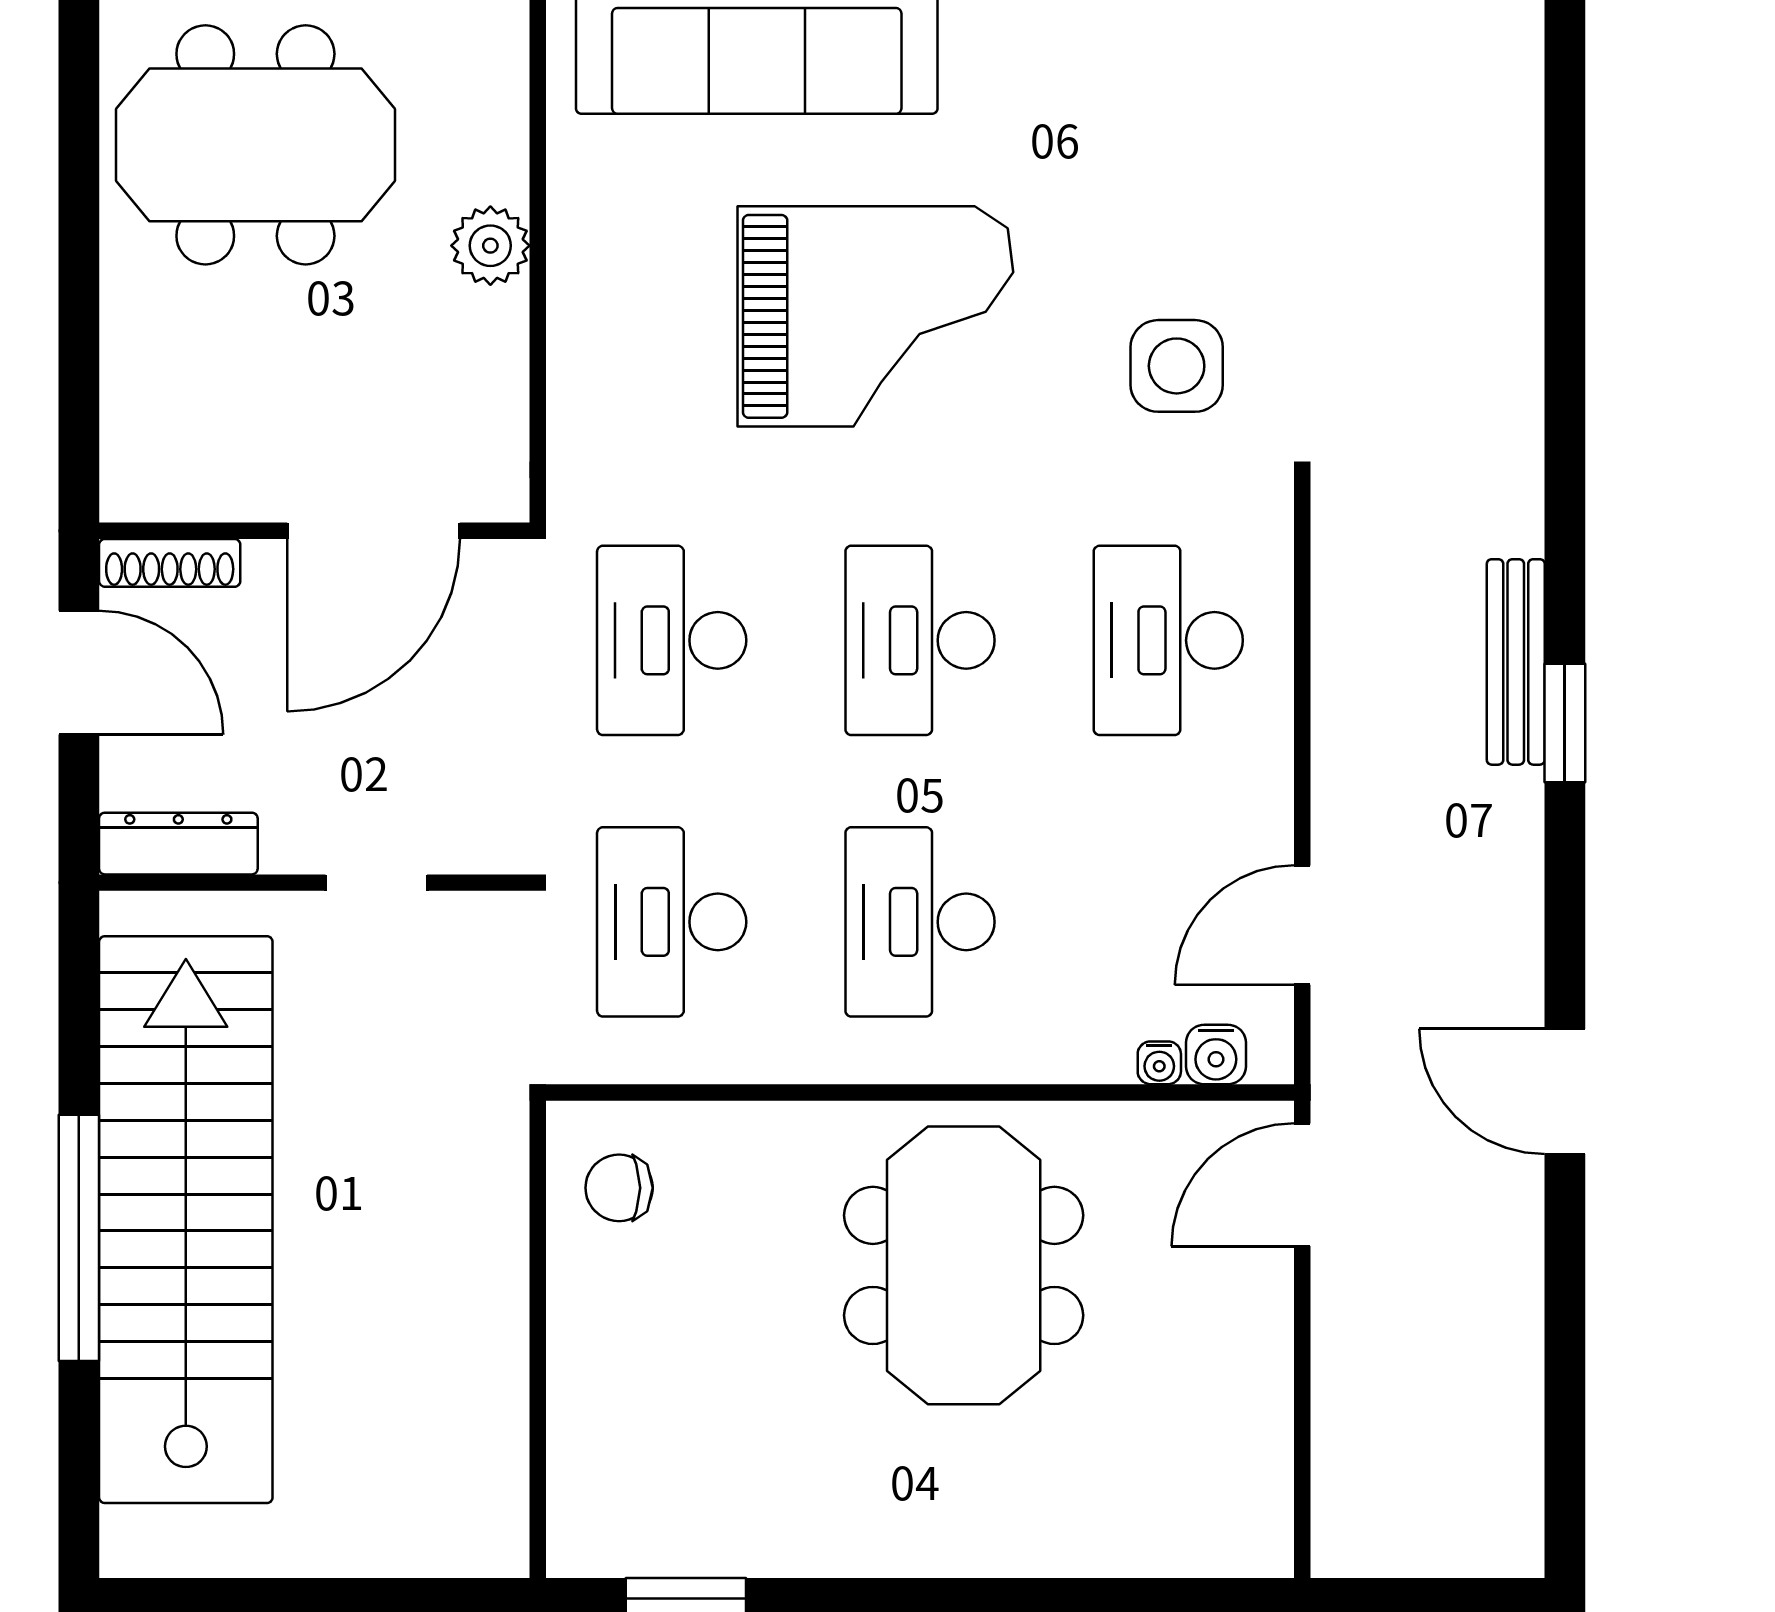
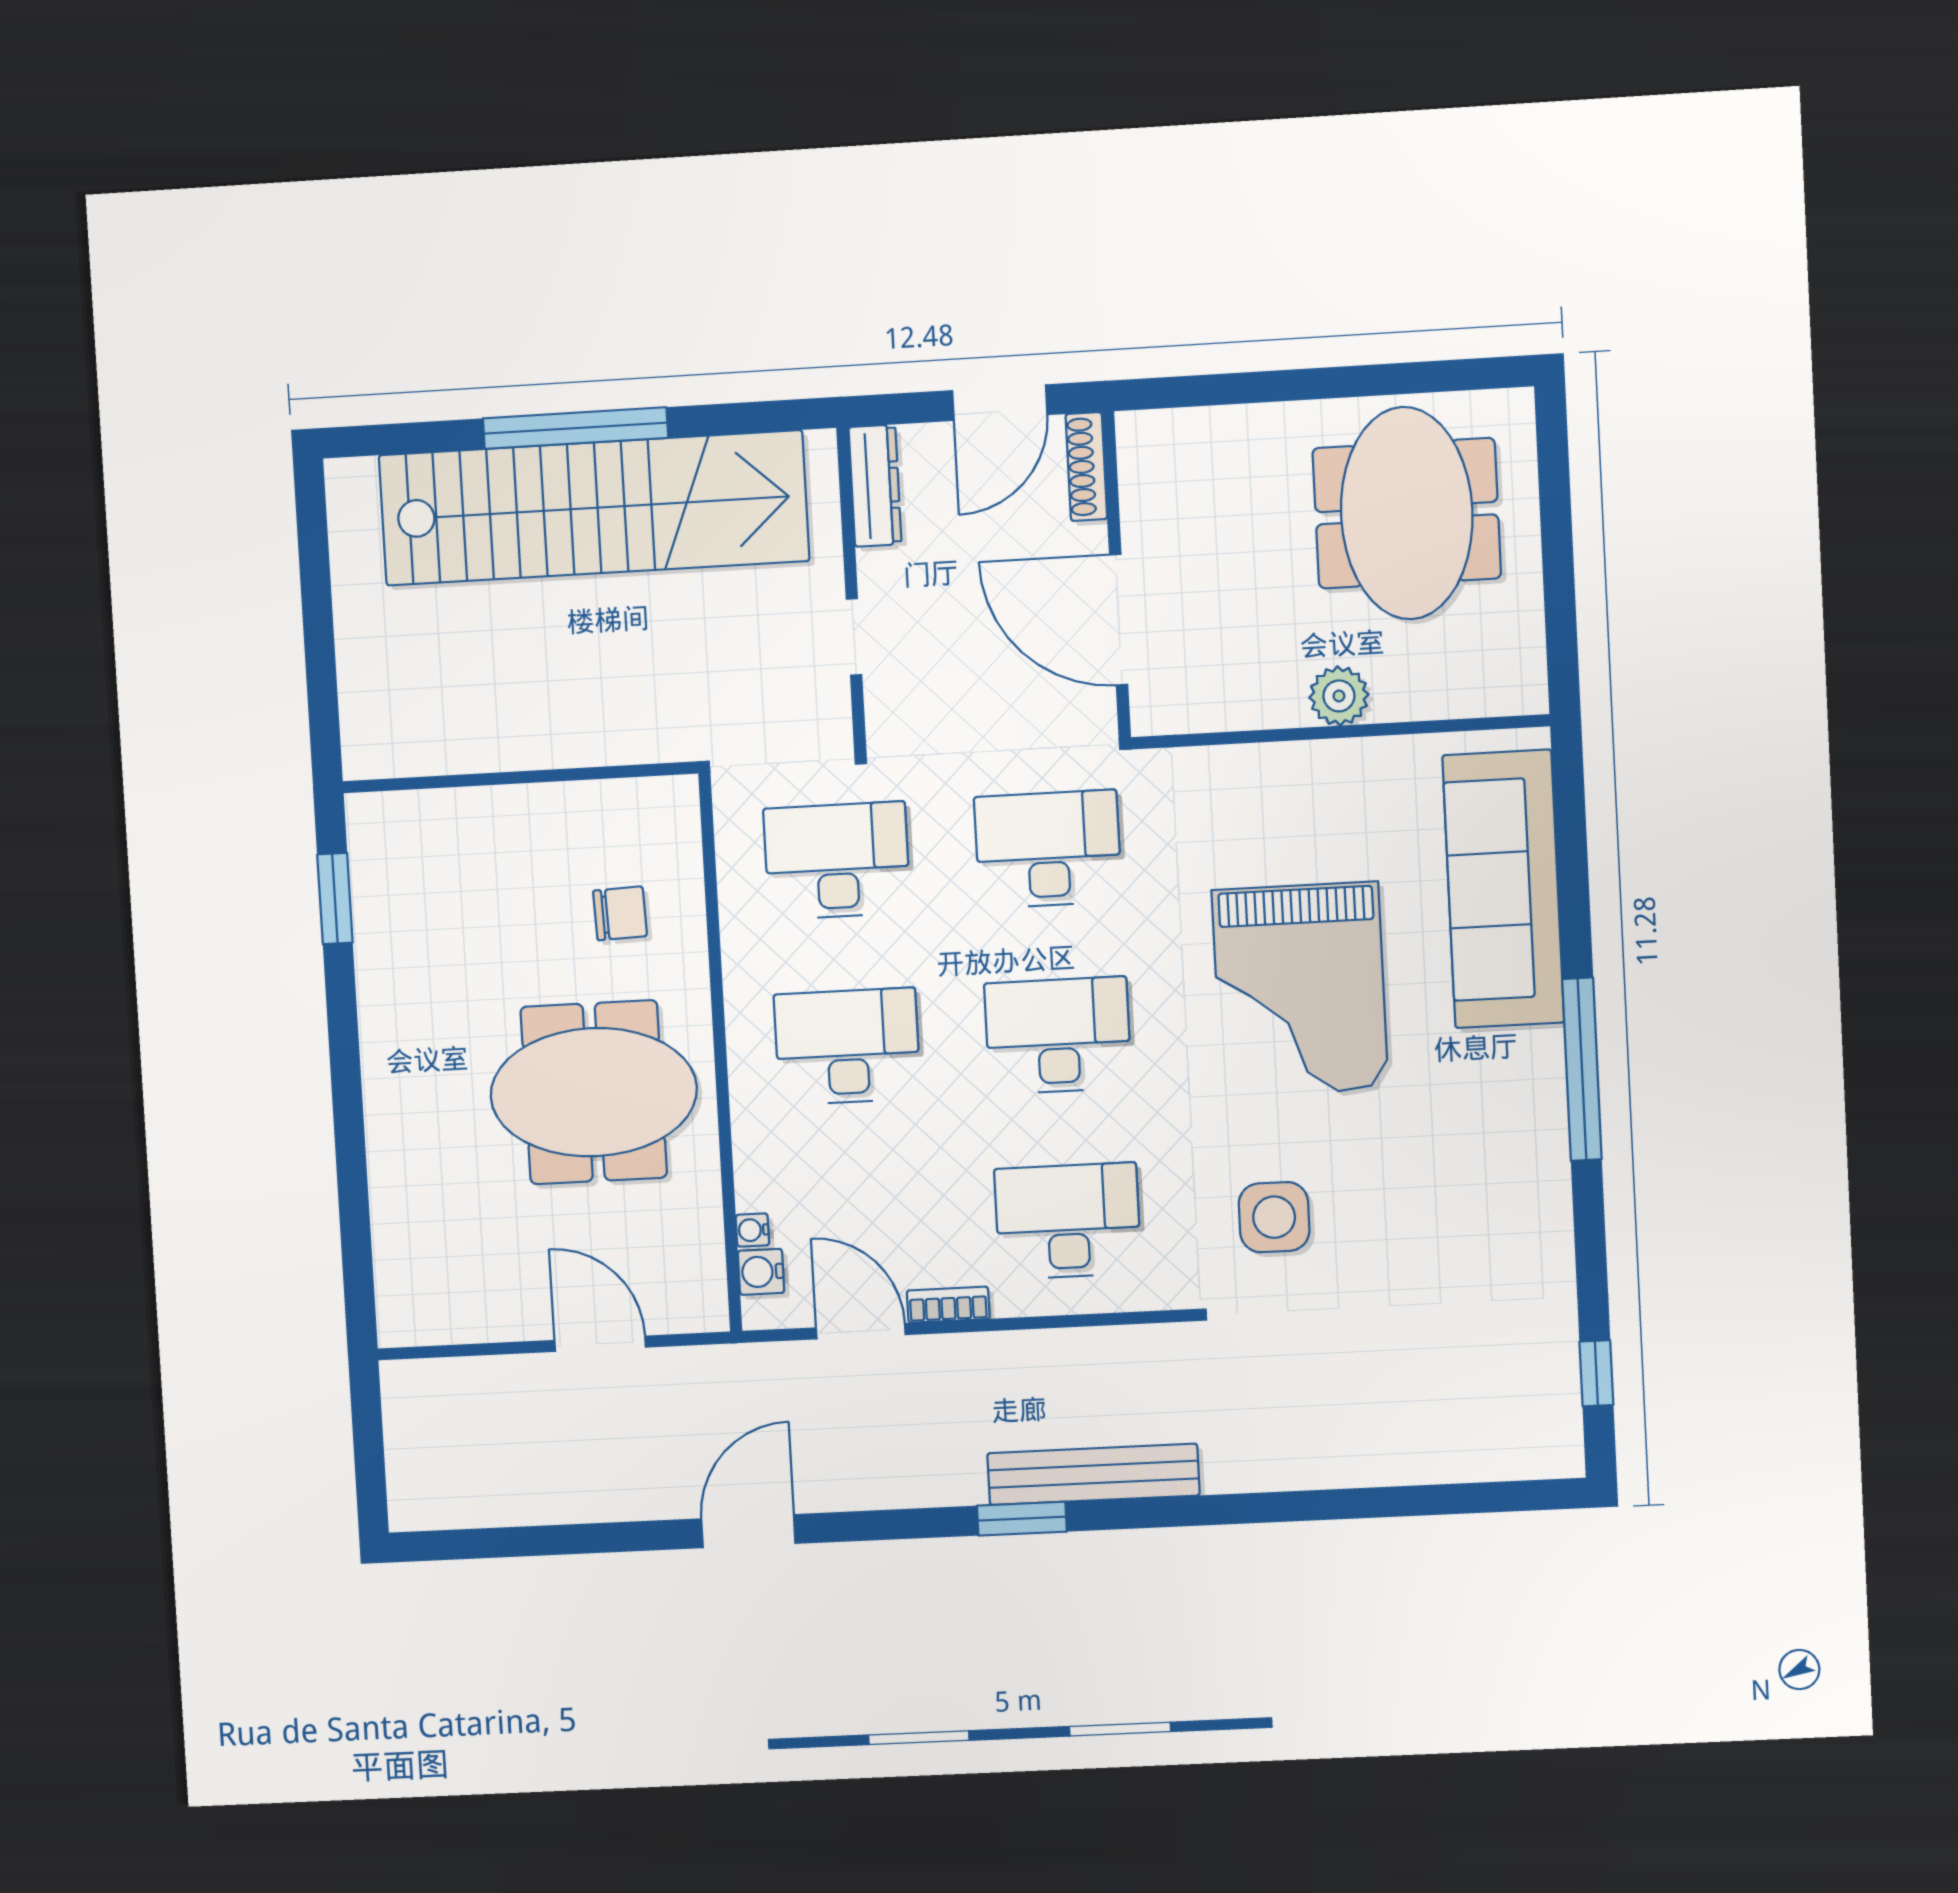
bench: (1516, 662) -> (1093, 1474), width x1.37, depth x1.21
bookcase: (1272, 806) -> (948, 1305), added
door: (1302, 1185) -> (600, 1344), moved
chair: (619, 1188) -> (620, 913), moved, turned 88

